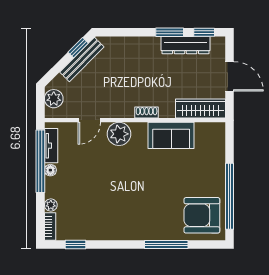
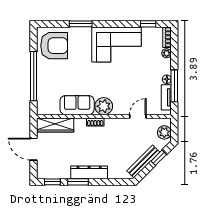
dresser: (186, 45) -> (89, 172), moved
window: (78, 48) -> (159, 158), moved
plant: (119, 134) -> (104, 106), moved
window: (40, 161) -> (174, 86), width x0.68
window: (230, 196) -> (34, 76), moved
corner sofa: (118, 217) -> (116, 45), added
window: (166, 244) -> (81, 24), width x0.69

